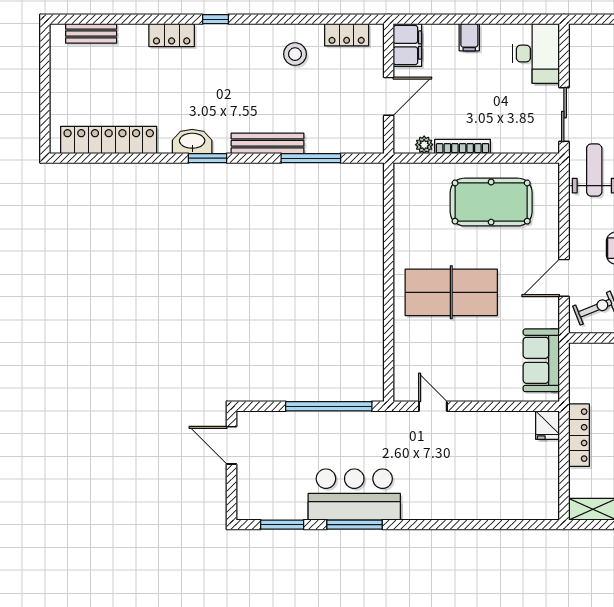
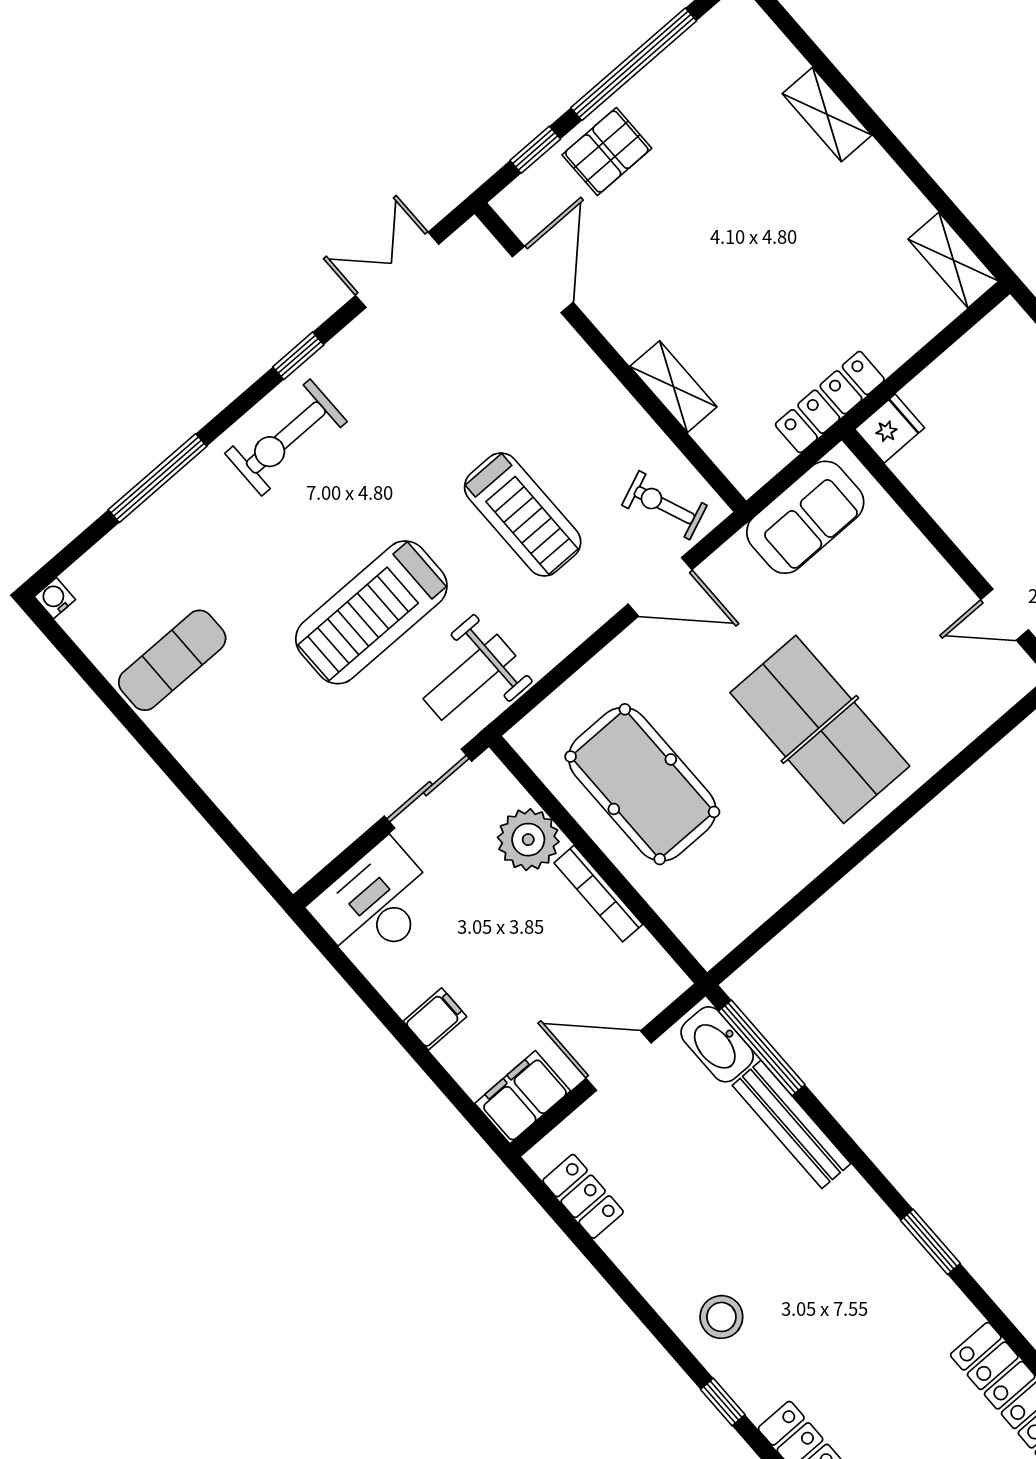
stool: (295, 54) -> (721, 1317), moved
washbasin: (192, 141) -> (717, 1044), moved
bench: (268, 143) -> (791, 1124), moved
plant: (424, 145) -> (528, 840), moved, width x1.88, depth x1.88
window: (311, 158) -> (762, 1048), moved
door: (433, 406) -> (1005, 615), hinge flipped
locker: (579, 435) -> (830, 402), moved

